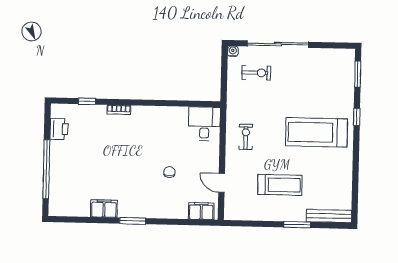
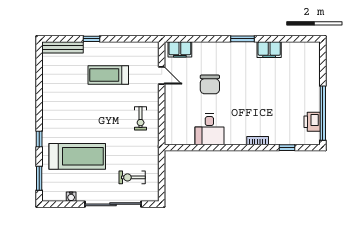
water cooler: (233, 51) -> (71, 197), moved
desk: (204, 124) -> (209, 129), moved
treadmill: (317, 132) -> (77, 156), moved
window: (46, 169) -> (323, 113), moved
chair: (169, 172) -> (210, 84), width x1.87, depth x1.87
window: (297, 225) -> (91, 39), width x0.67

